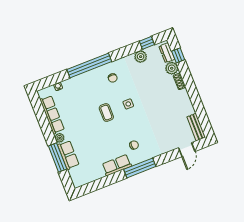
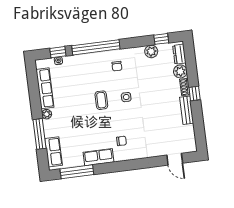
window: (178, 55) -> (195, 94), moved
window: (56, 79) -> (58, 52), added
bench: (196, 127) -> (187, 110), moved
door: (187, 150) -> (175, 159), hinge flipped
row of seats: (68, 155) -> (54, 152), moved
window: (140, 168) -> (77, 172), moved

